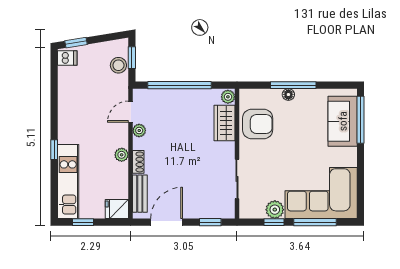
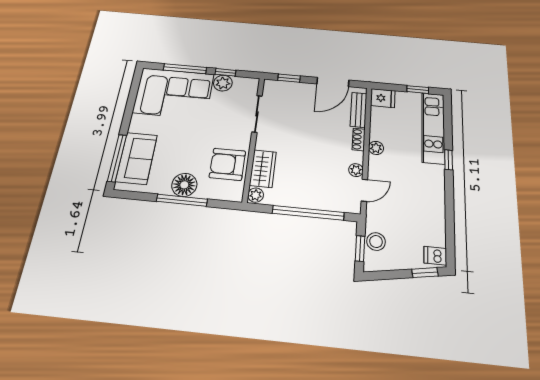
floor lamp: (288, 95) -> (184, 185), width x1.89, depth x1.89

